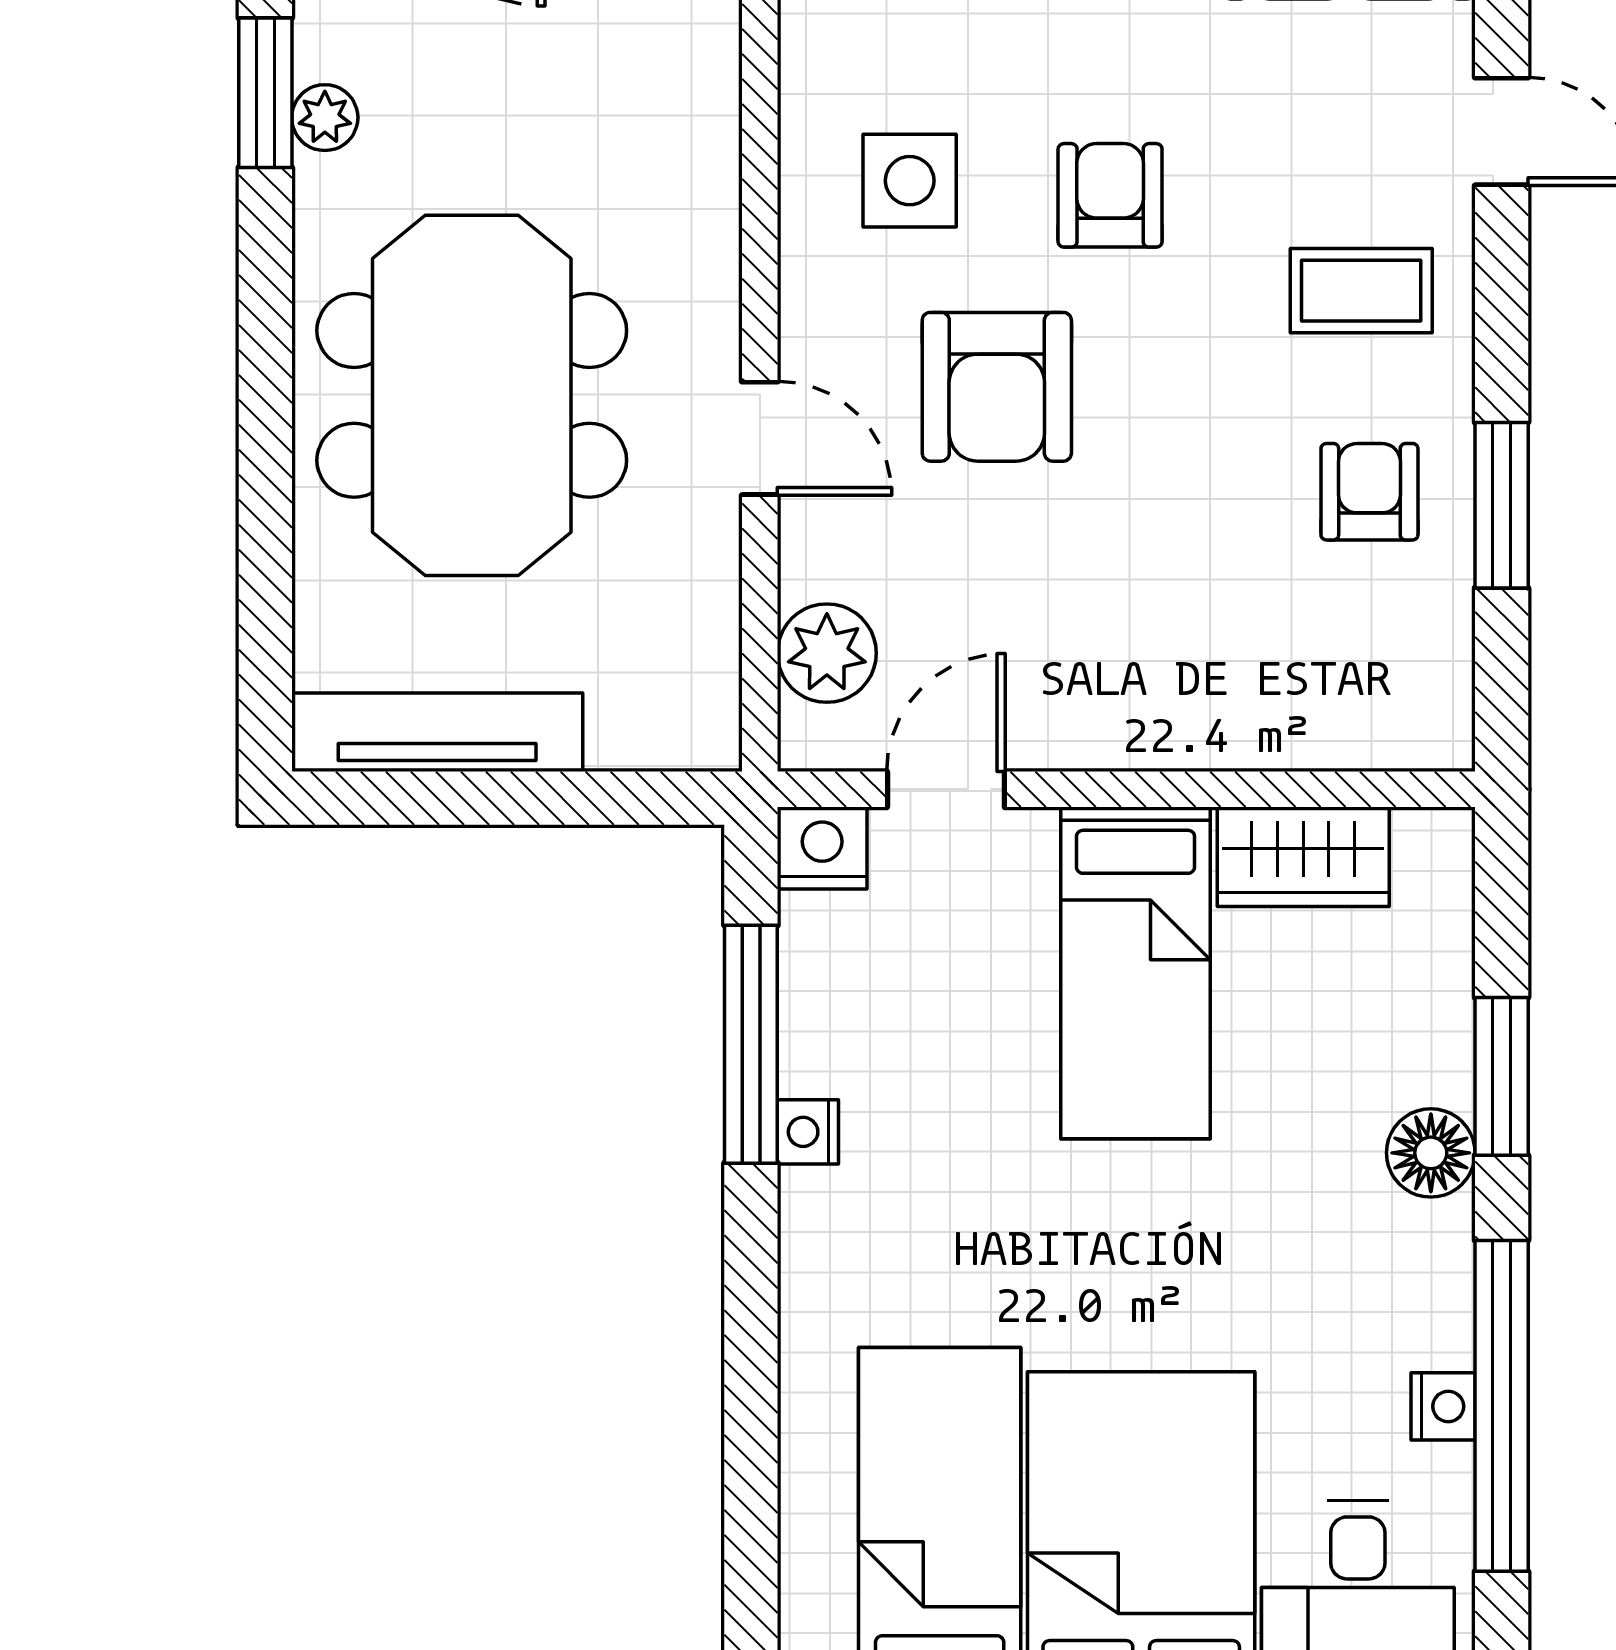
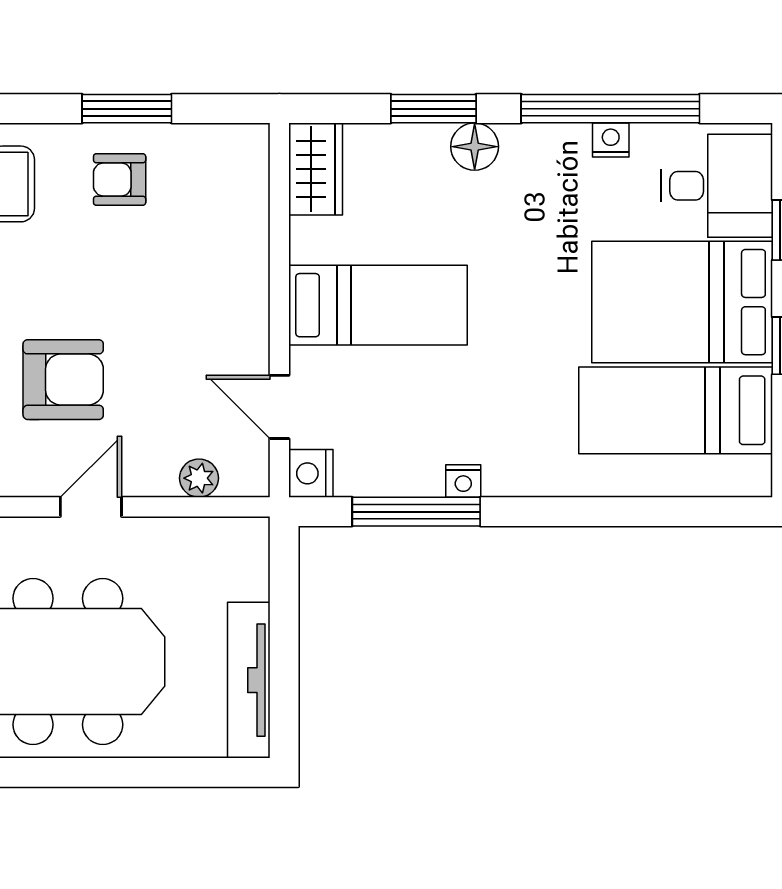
plant: (827, 653) -> (199, 478), width x0.73, depth x0.73
wardrobe: (1303, 857) -> (316, 169), moved

